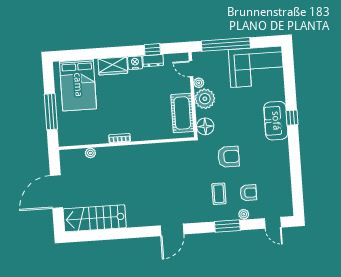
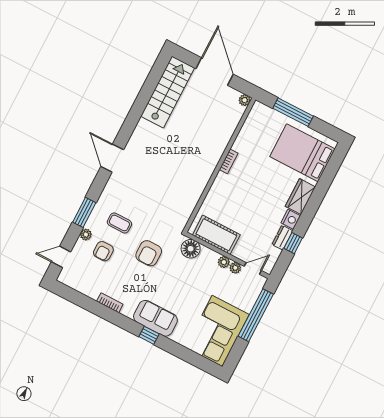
plant: (205, 99) -> (224, 262), width x0.53, depth x0.53
plant: (90, 153) -> (245, 100), moved
bookcase: (285, 163) -> (110, 303), added

